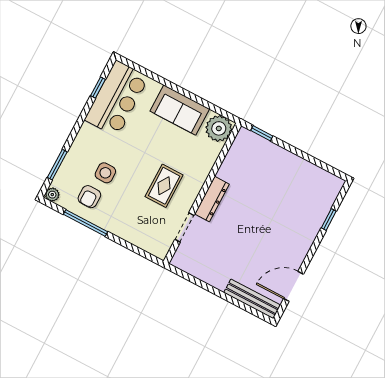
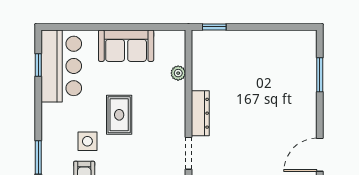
plant: (219, 128) -> (178, 73), moved, width x0.53, depth x0.53
rug: (164, 186) -> (119, 115), moved
window: (329, 220) -> (320, 75), width x1.50

